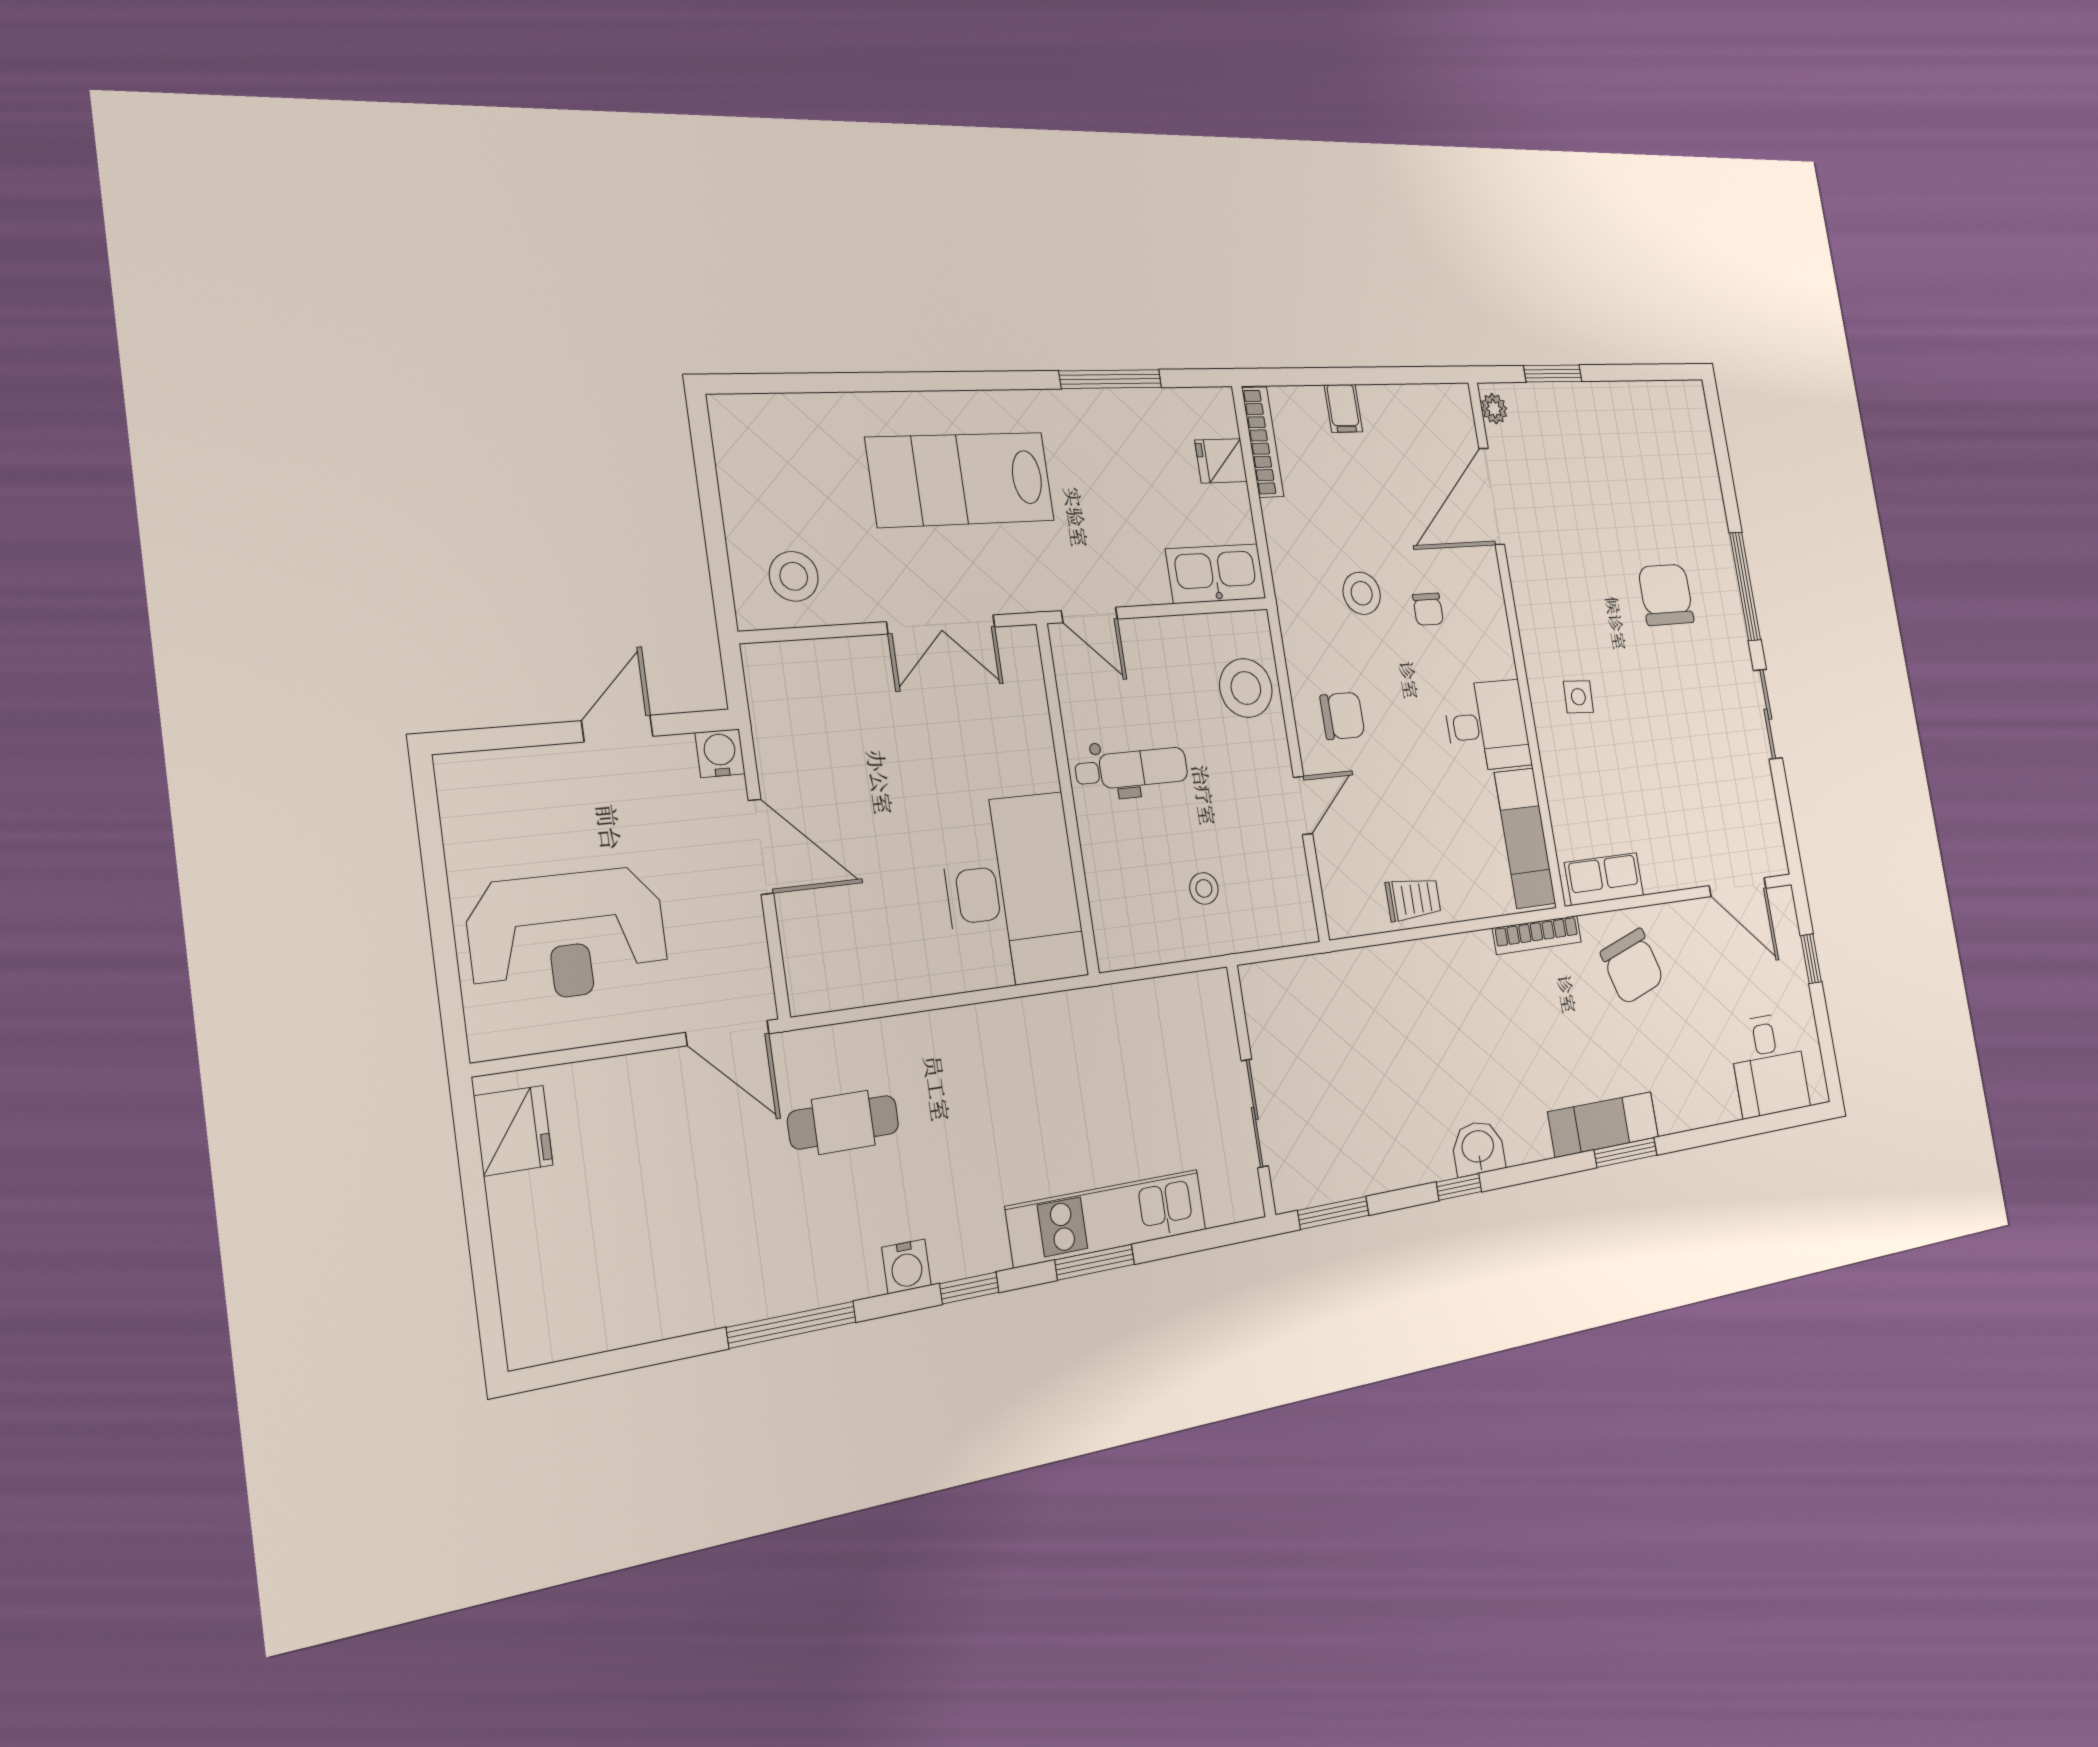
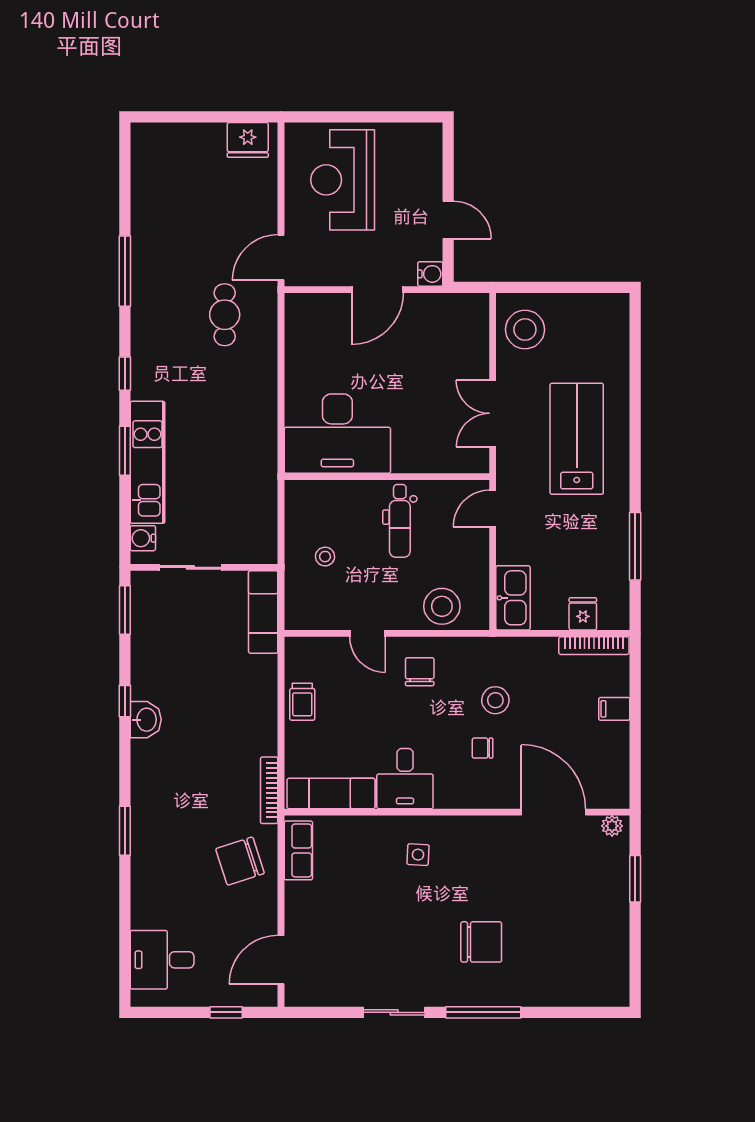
stool: (794, 576) -> (525, 330), width x1.38, depth x1.38
chair: (1342, 716) -> (420, 672), turned 180
exam couch: (1603, 1124) -> (263, 612), moved, turned 180
water cooler: (906, 1266) -> (143, 538), moved

